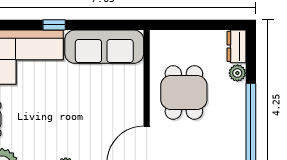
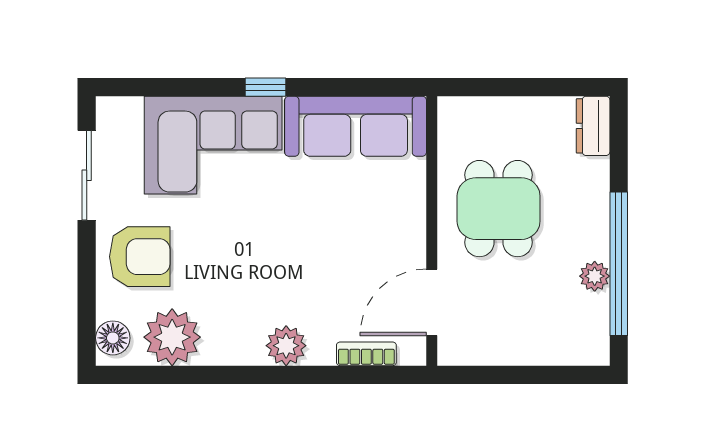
plant: (237, 73) -> (595, 276), moved

